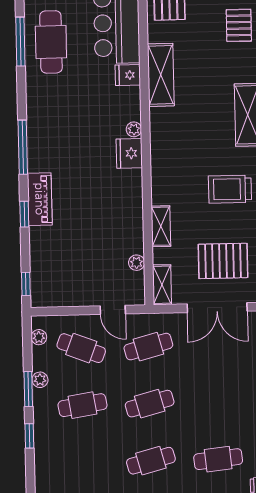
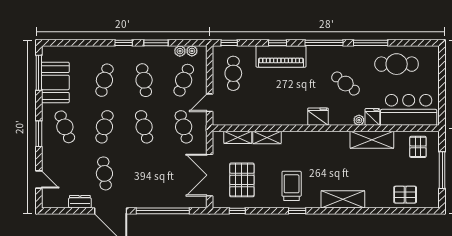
window: (20, 42) -> (371, 43), moved
cafe table: (81, 115) -> (346, 84), added
plant: (134, 129) -> (359, 120), moved
piano: (40, 199) -> (281, 56), width x1.37, depth x1.33
plant: (137, 263) -> (242, 120), removed
cafe table: (70, 277) -> (233, 73), added
shelving: (162, 285) -> (238, 137), moved
plant: (40, 380) -> (180, 51), moved
cafe table: (151, 461) -> (104, 127), turned 30
cafe table: (84, 462) -> (104, 80), added

